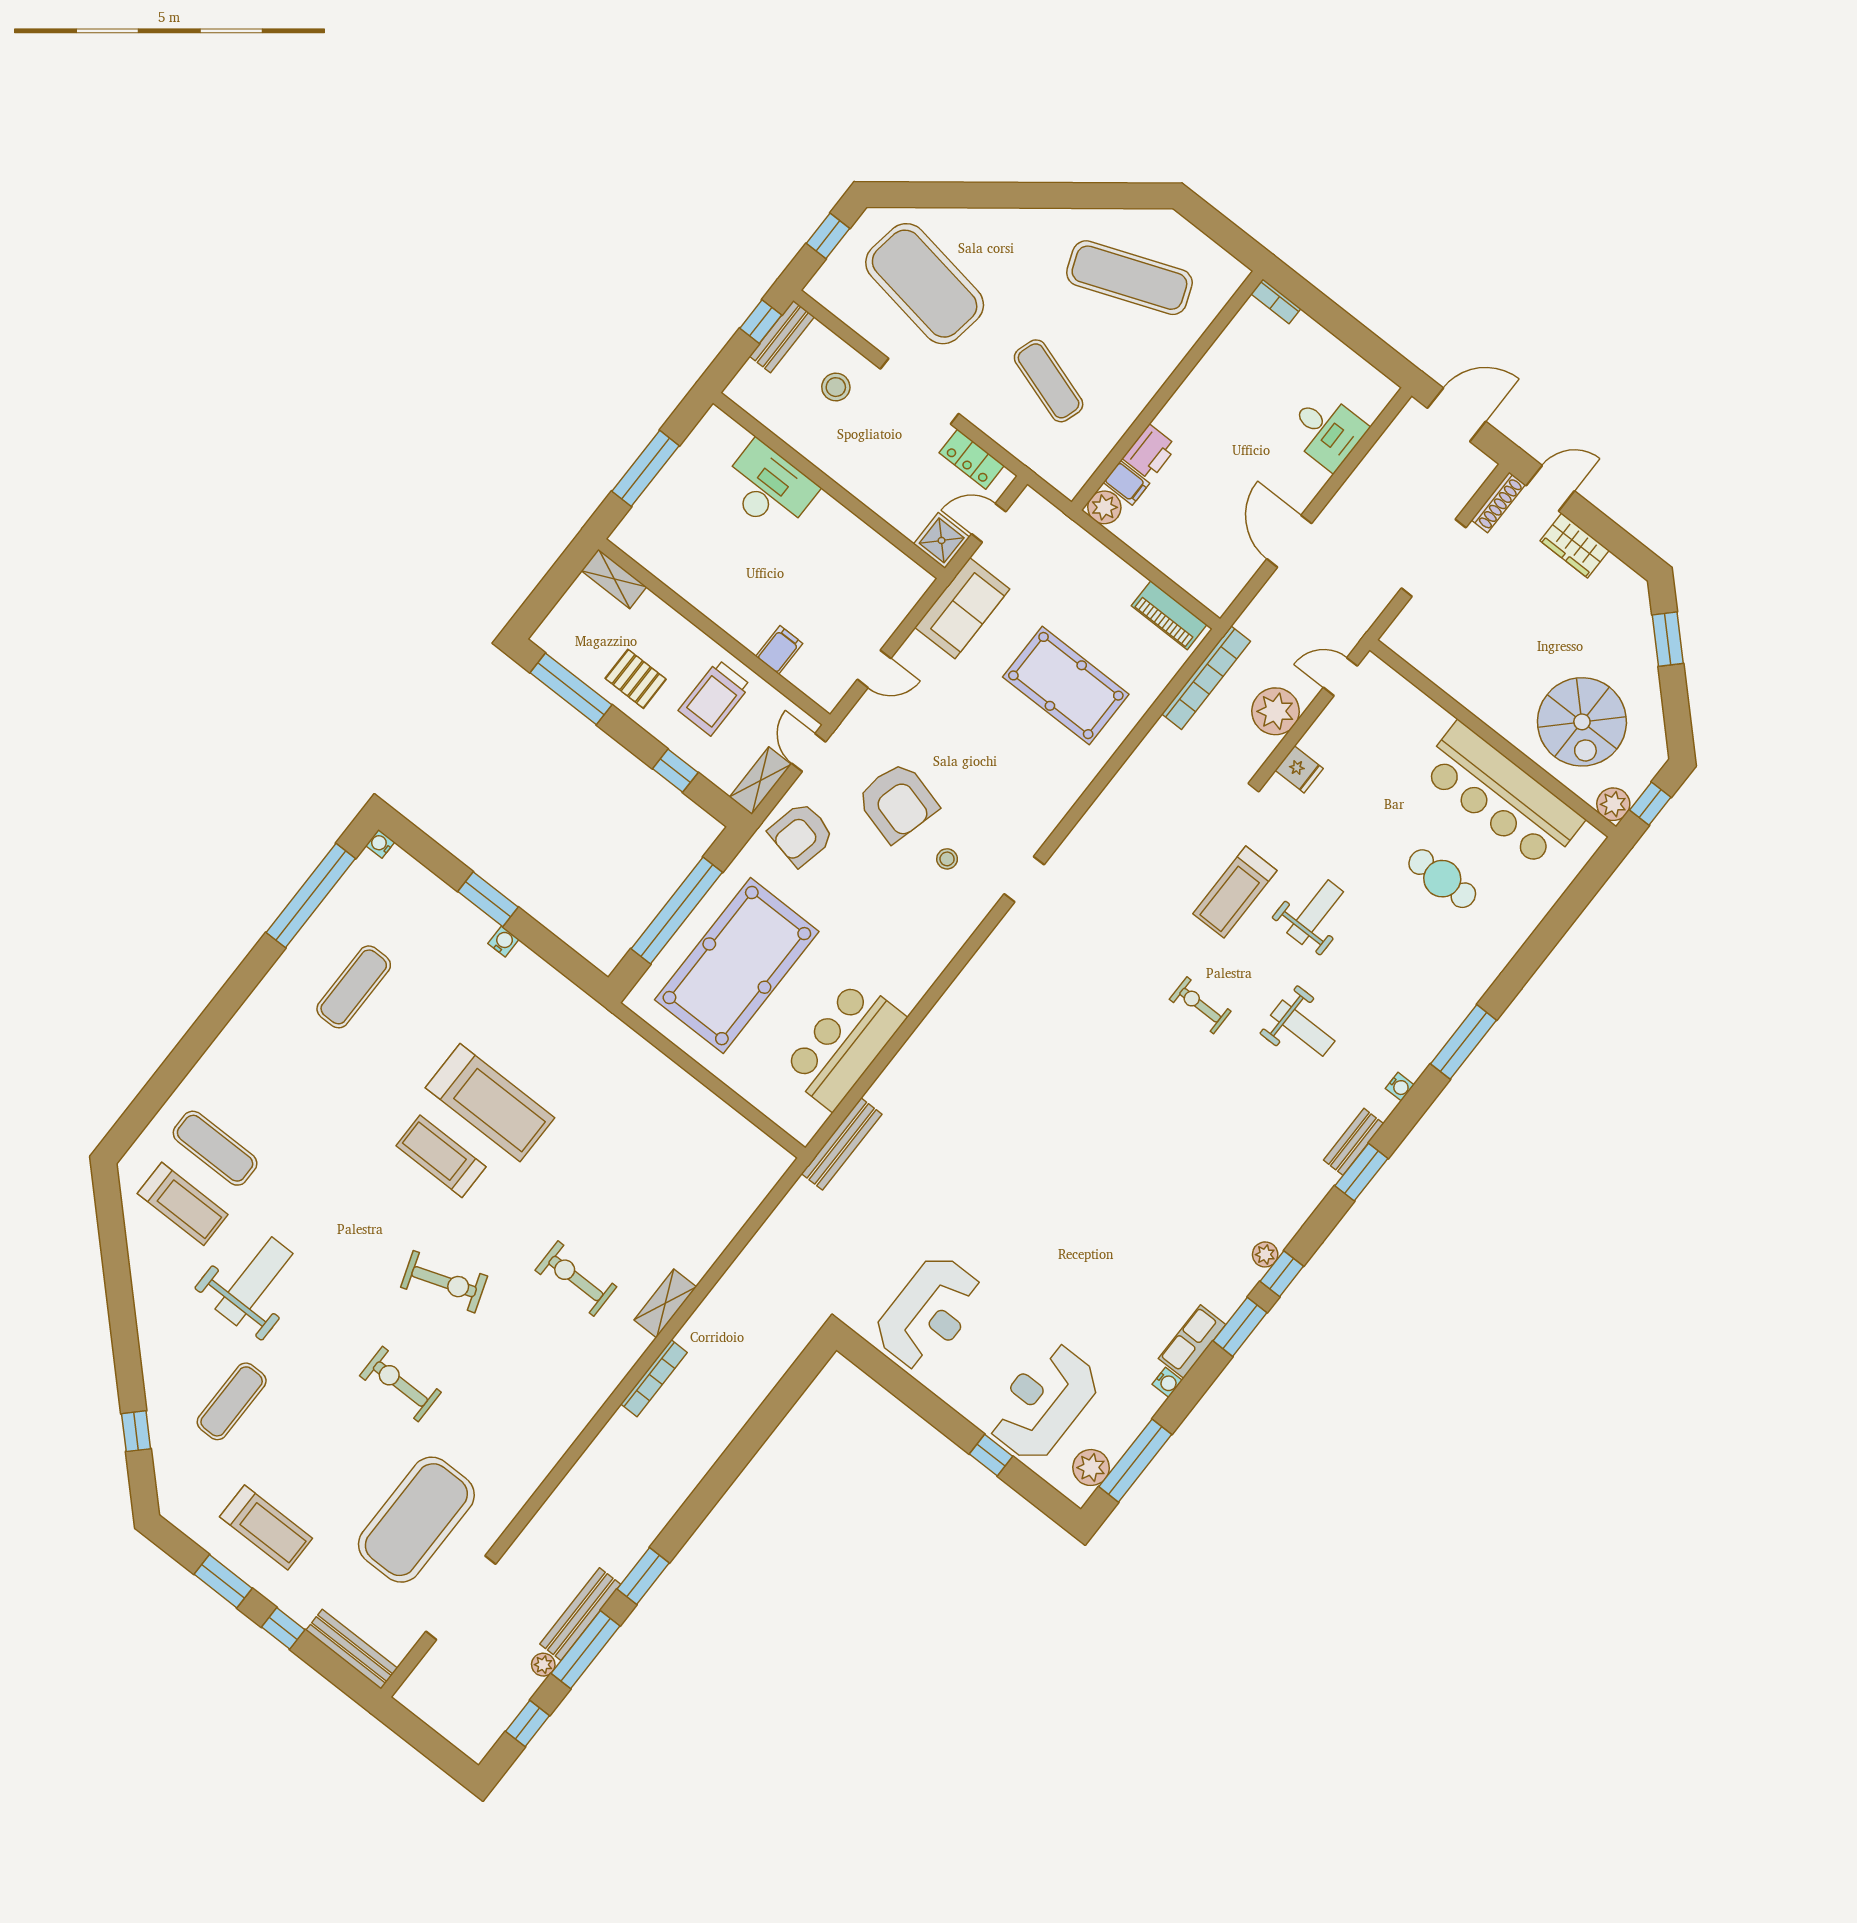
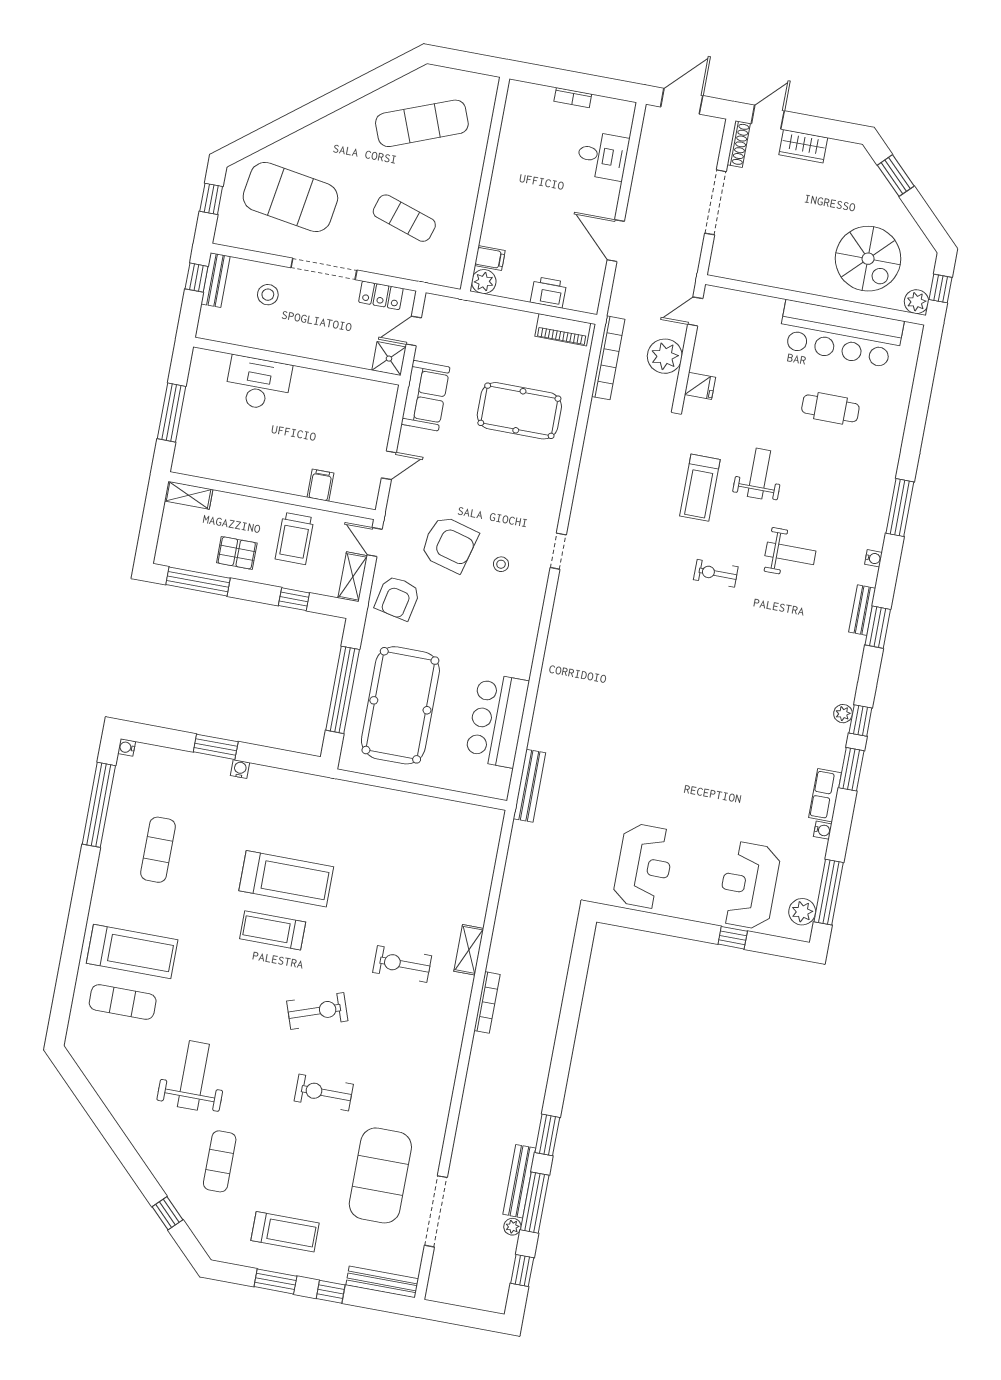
bookcase: (1276, 301) -> (573, 98), moved
printer: (1150, 452) -> (548, 292), moved, turned -90
treadmill: (183, 1204) -> (132, 952), moved, width x1.37, depth x1.38

